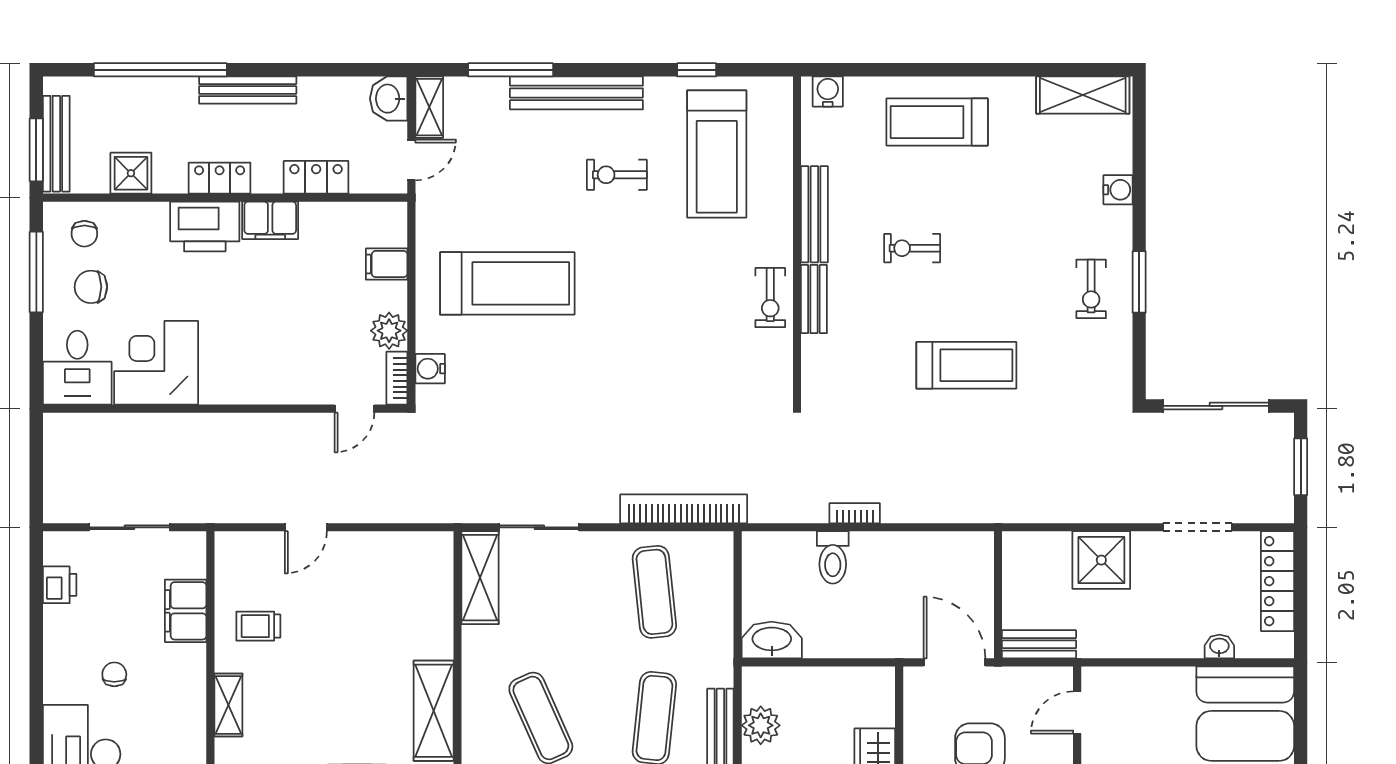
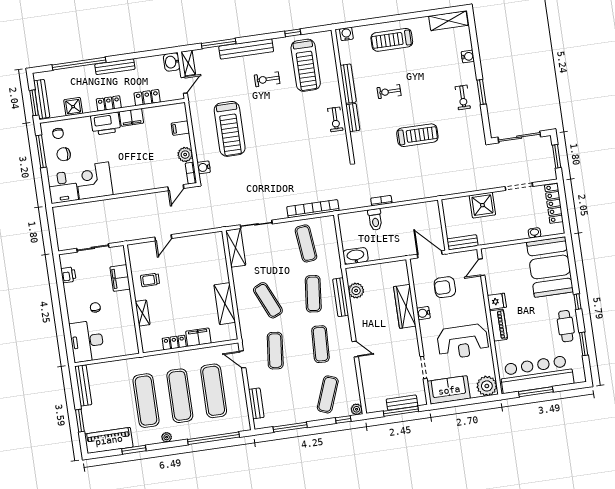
treadmill: (507, 283) -> (230, 129), turned 90

